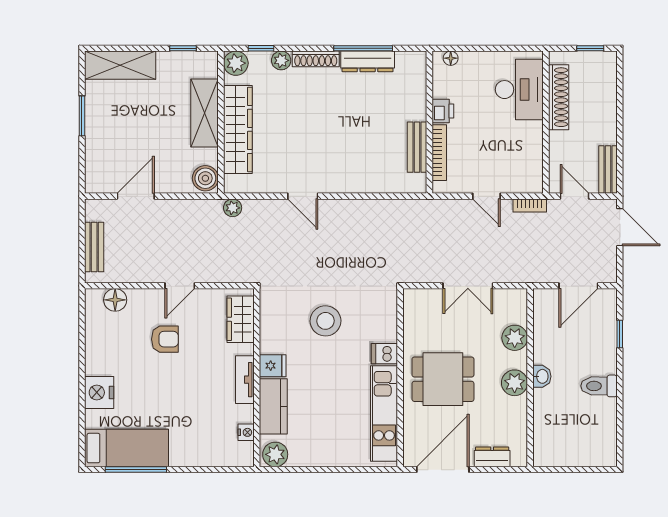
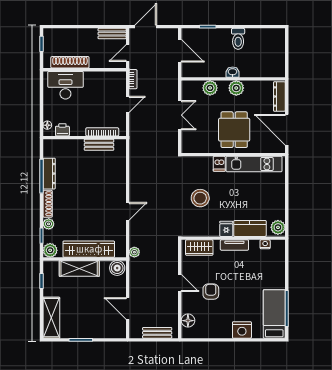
printer: (443, 111) -> (62, 130), moved
dresser: (492, 457) -> (279, 96), width x1.44

